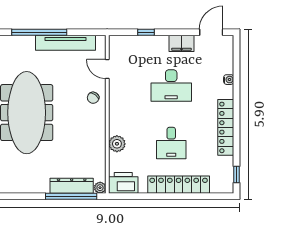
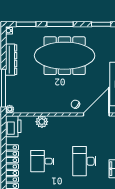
door: (107, 69) -> (96, 114), width x1.87
dresser: (72, 186) -> (11, 60), moved

